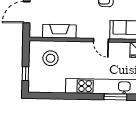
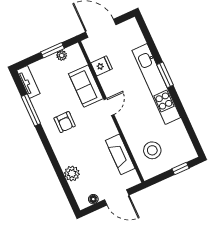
window: (115, 97) -> (165, 75), moved

